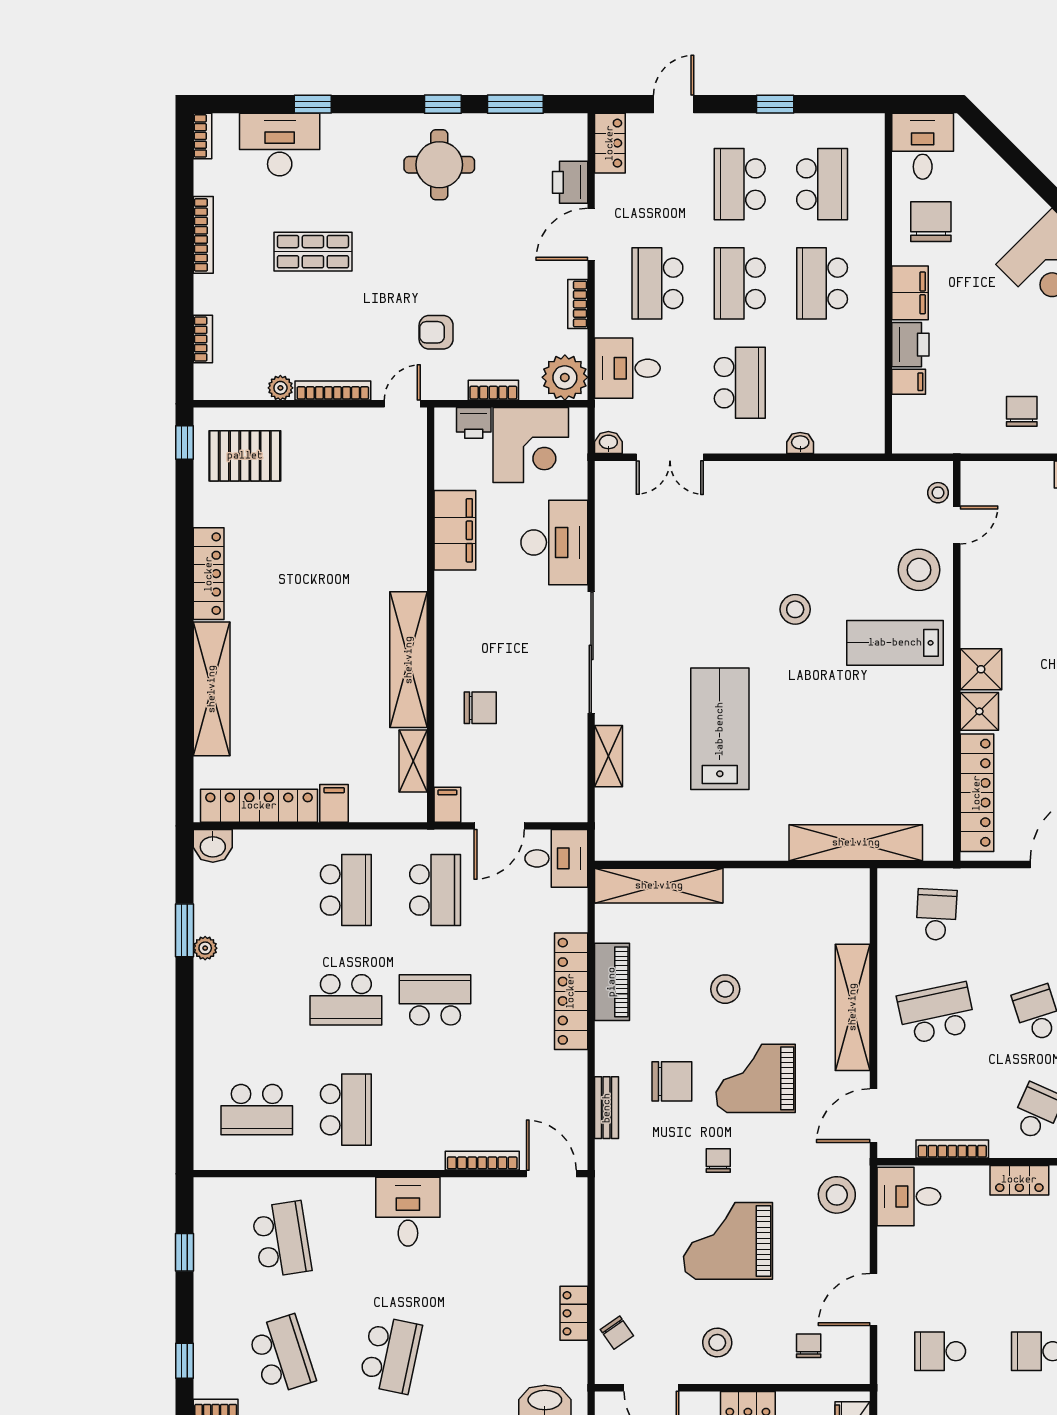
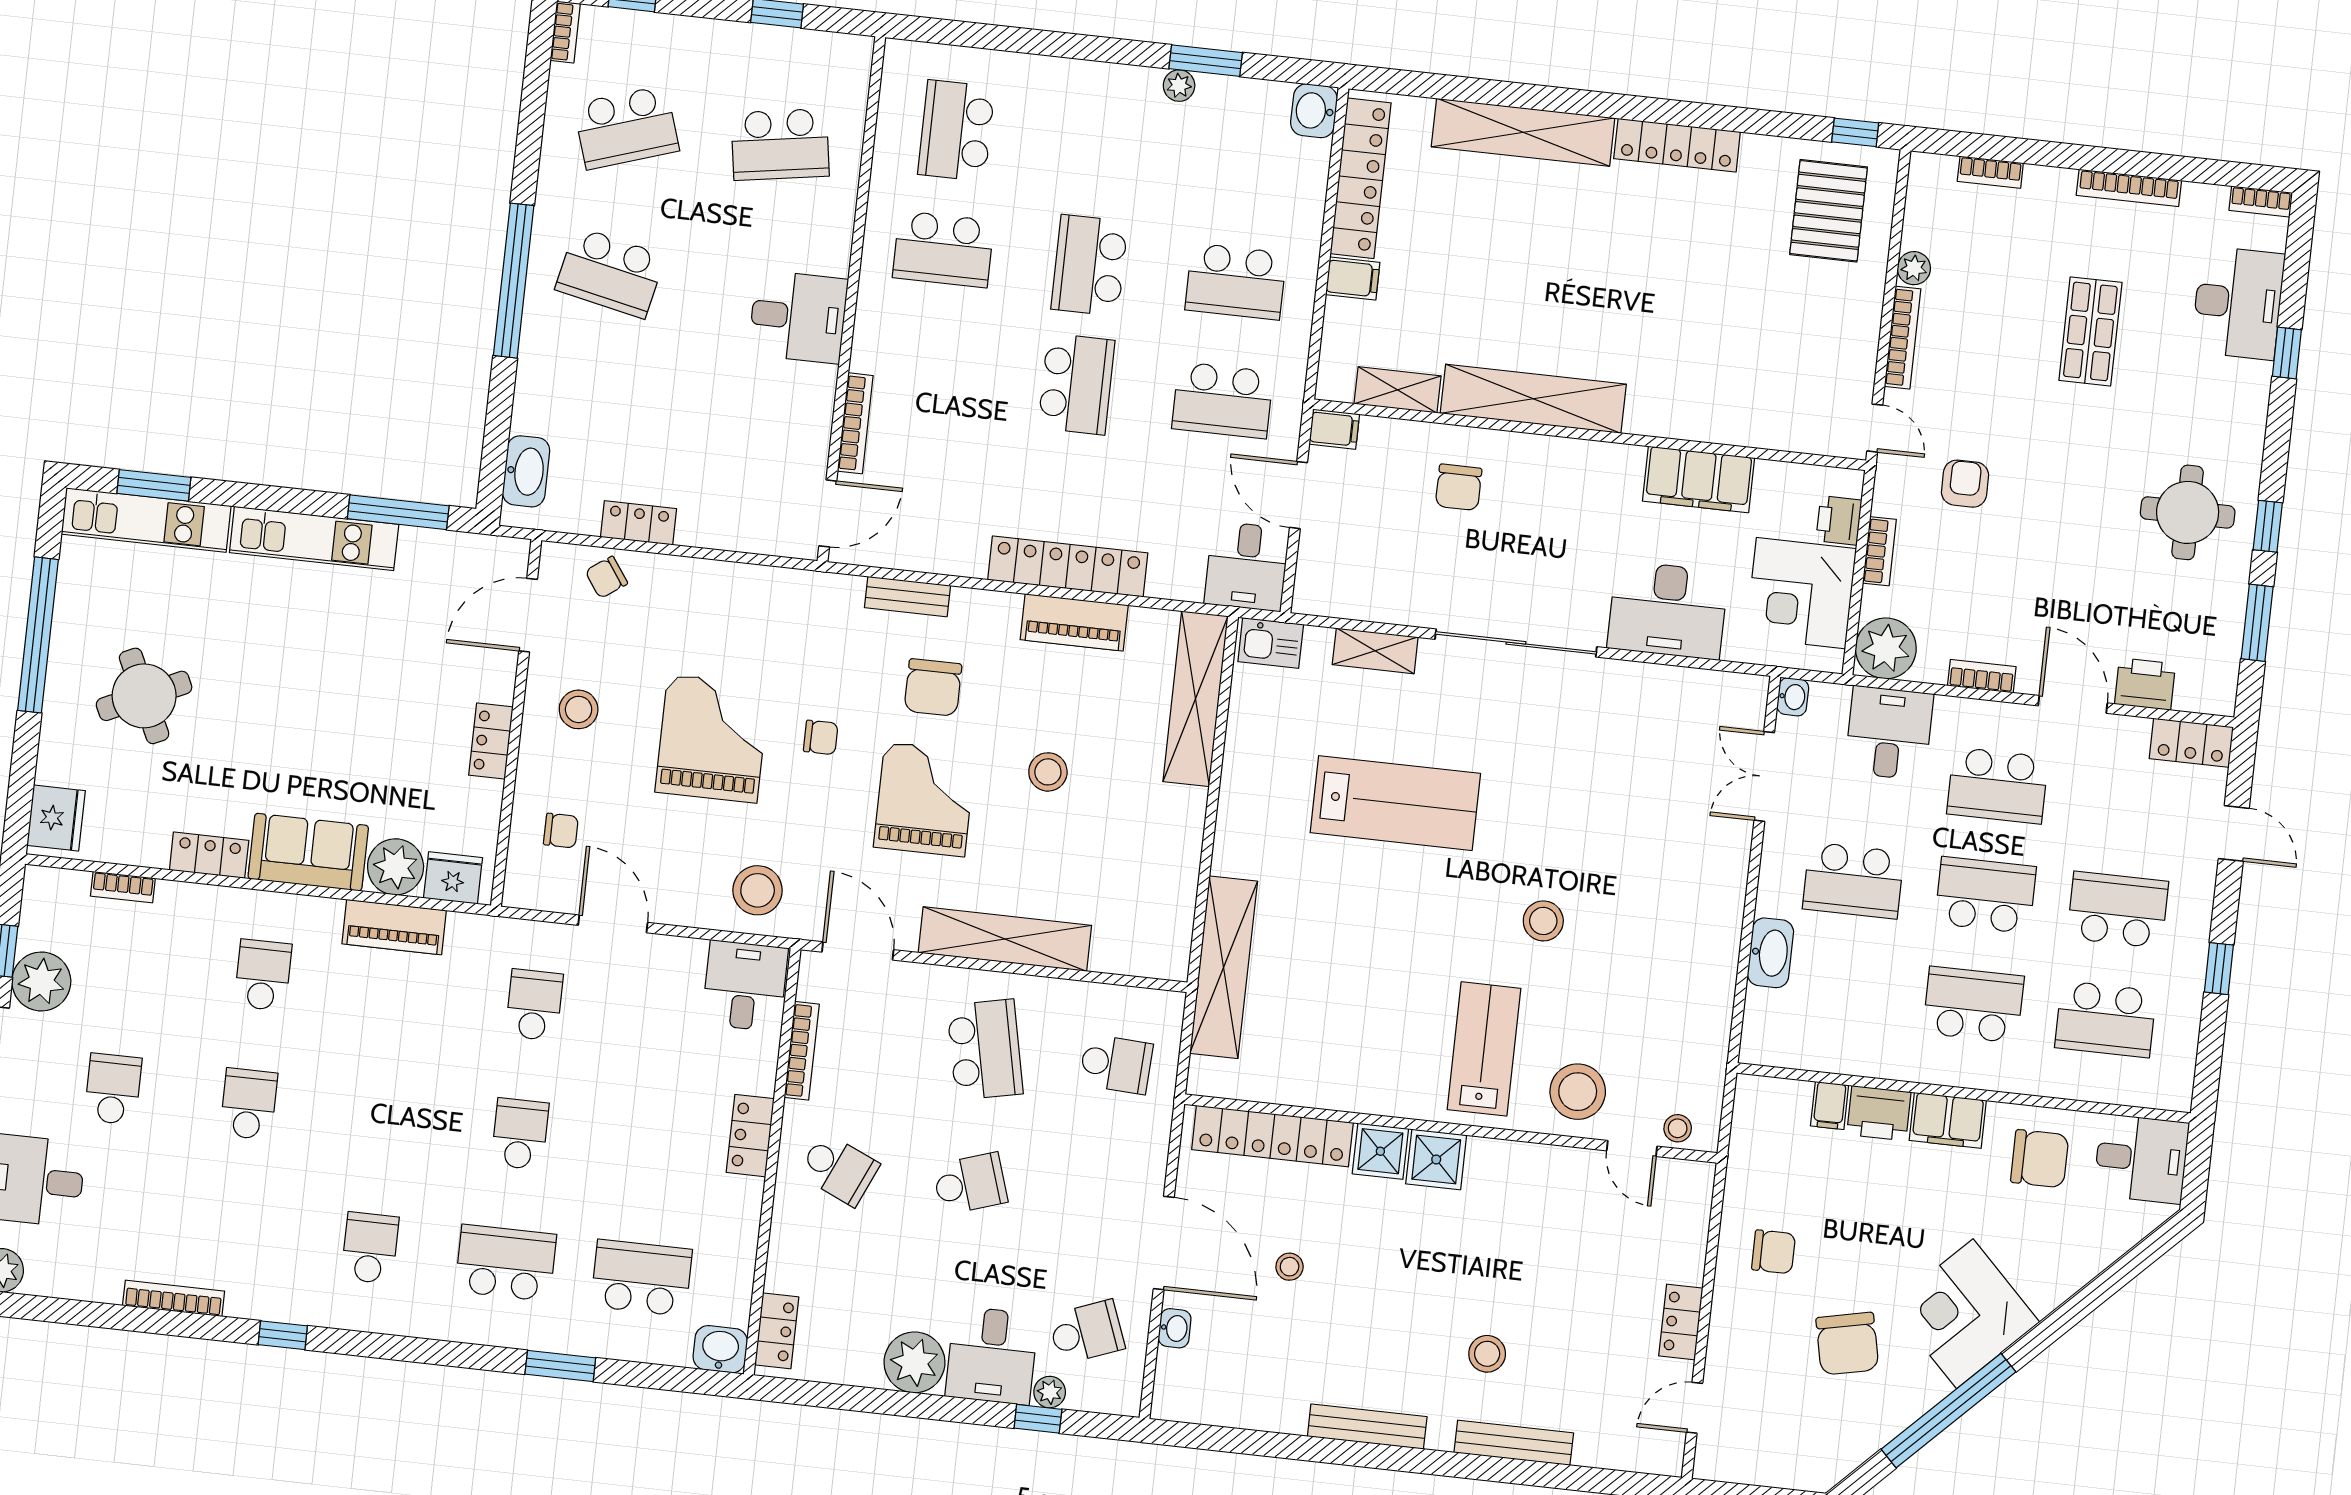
school desk: (657, 283) -> (1998, 786), turned 180
washbasin: (800, 443) -> (1770, 953), width x1.91, depth x1.45
kitchen sink: (611, 834) -> (1271, 643), added

